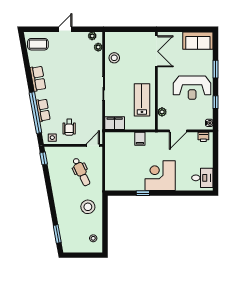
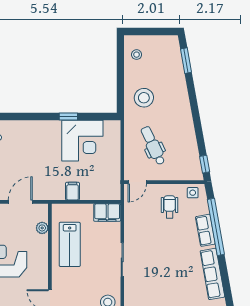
row of seats: (38, 78) -> (212, 274), width x1.48
corner desk: (160, 176) -> (82, 141), moved

